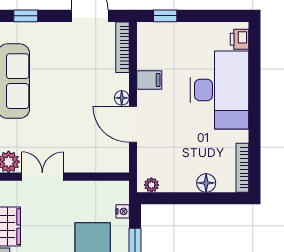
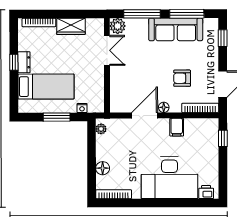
armchair: (81, 72) -> (182, 78), added

